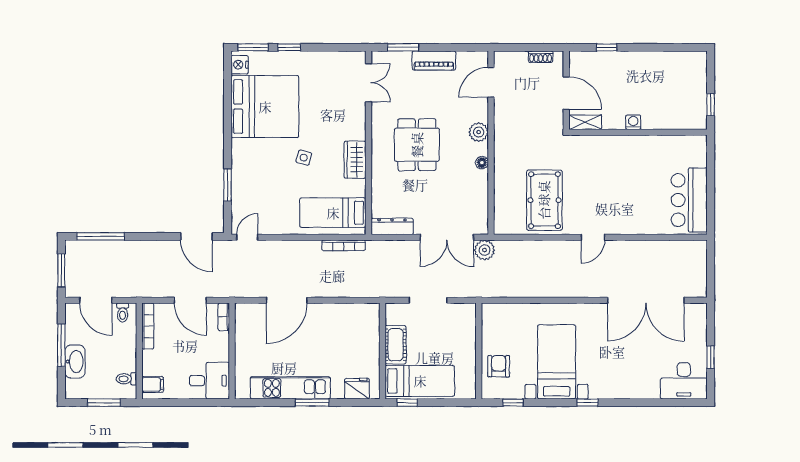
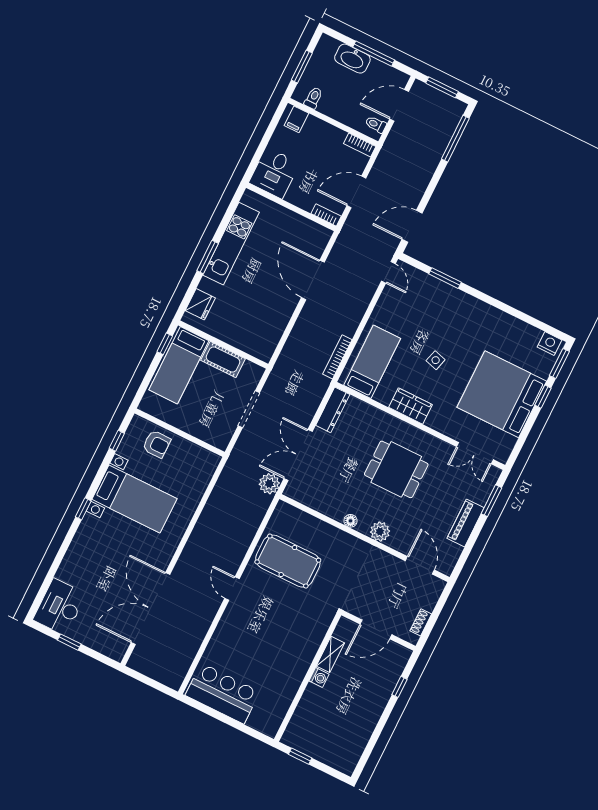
bed: (265, 107) -> (502, 394), moved, turned 90
shelving: (585, 122) -> (330, 654), moved
bookcase: (148, 326) -> (360, 145), width x0.64

